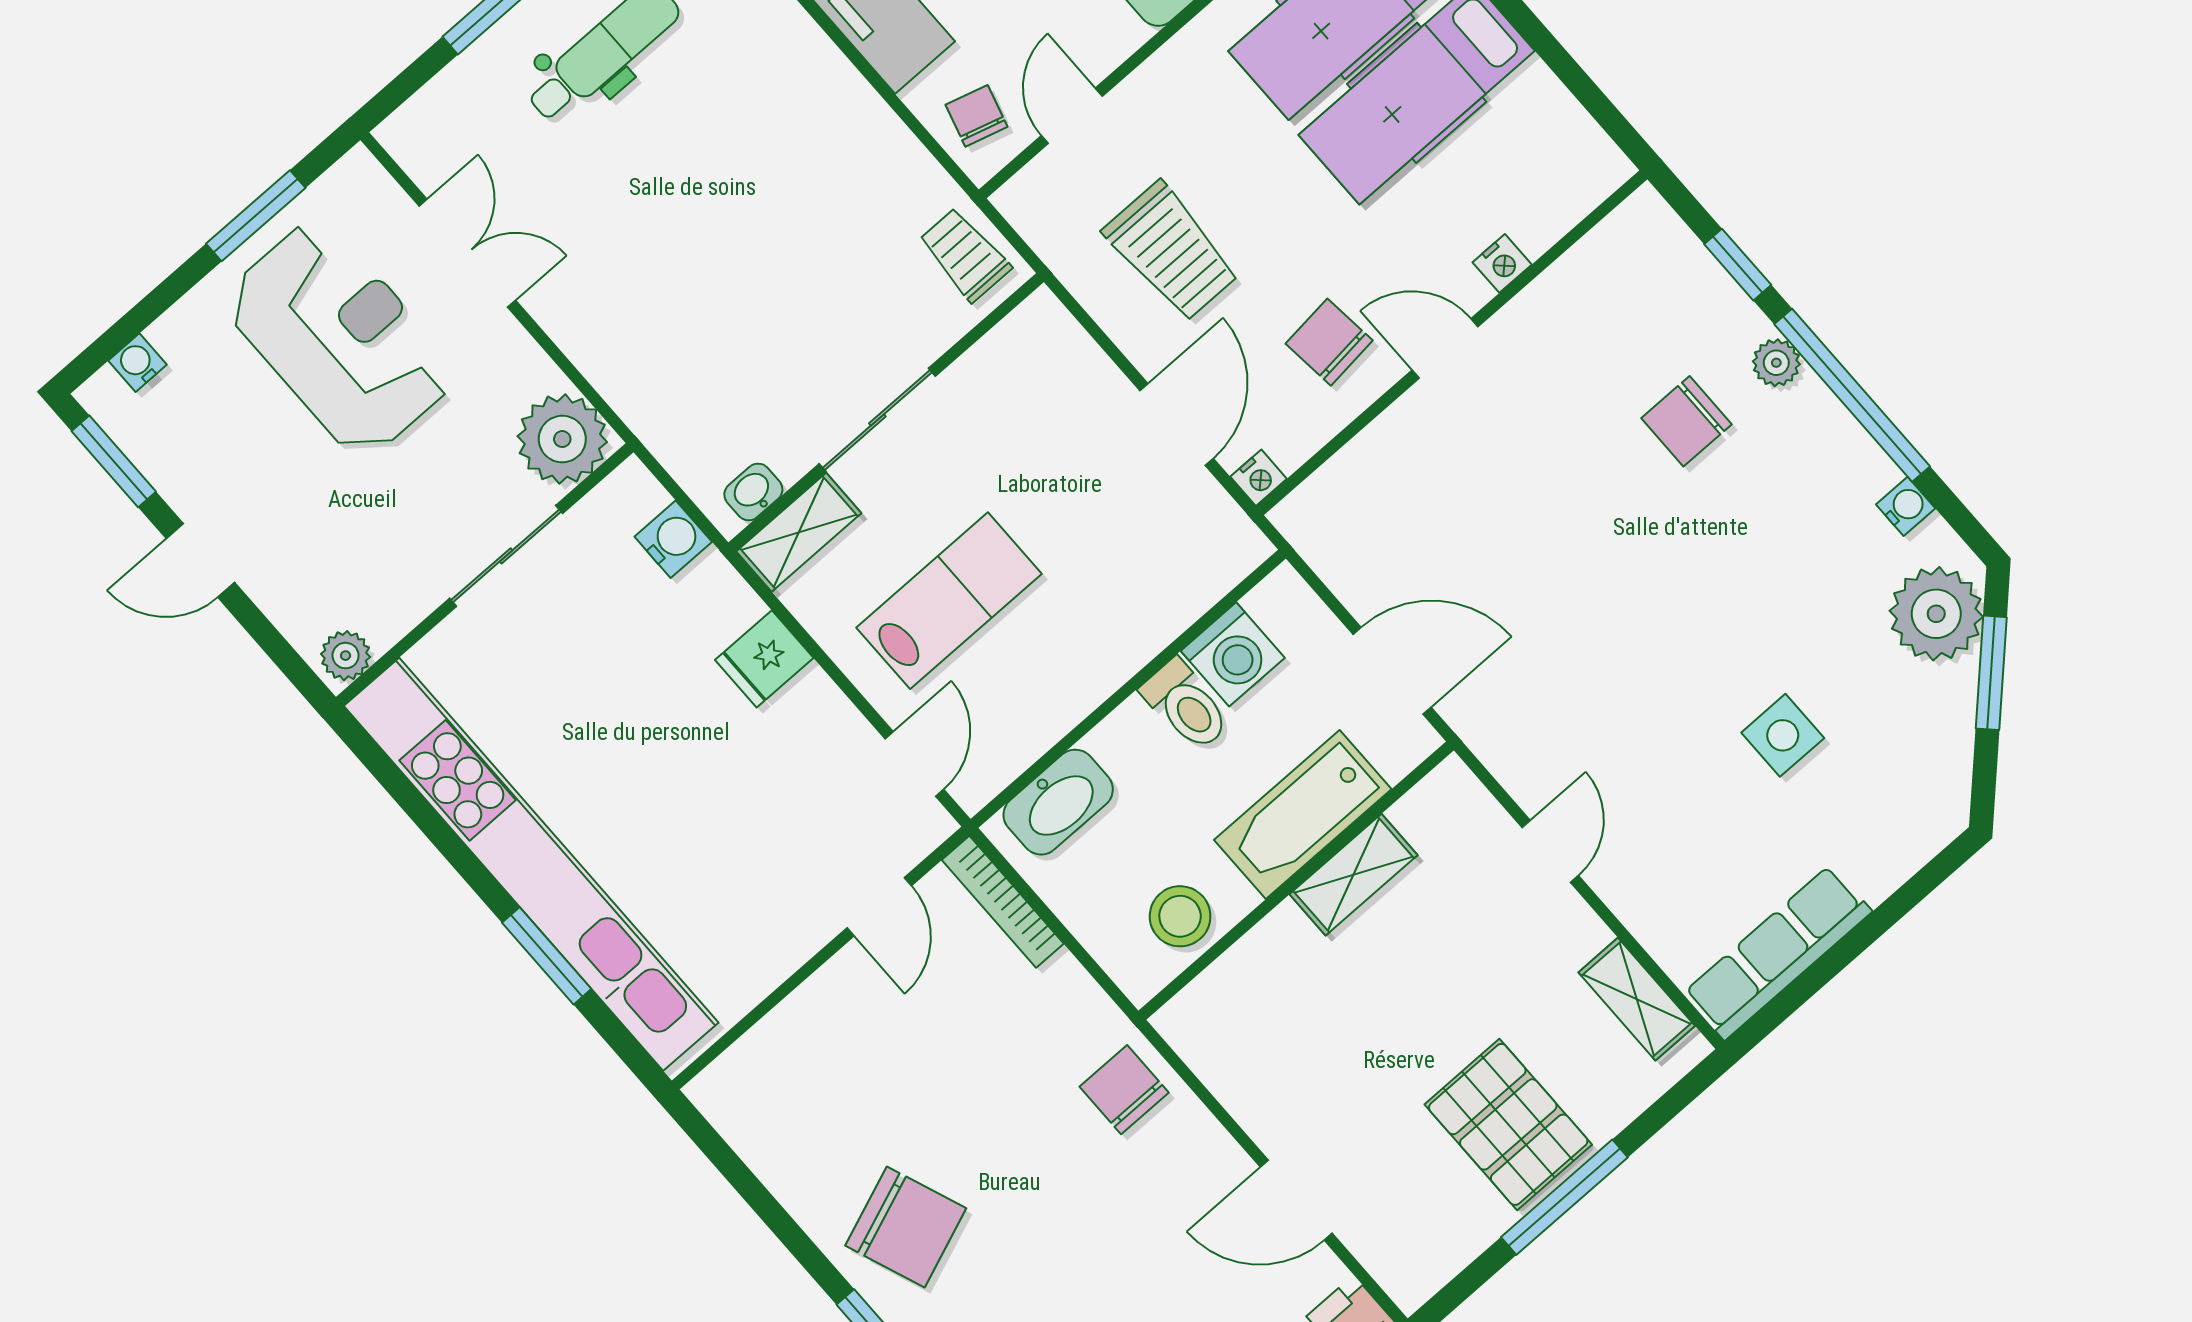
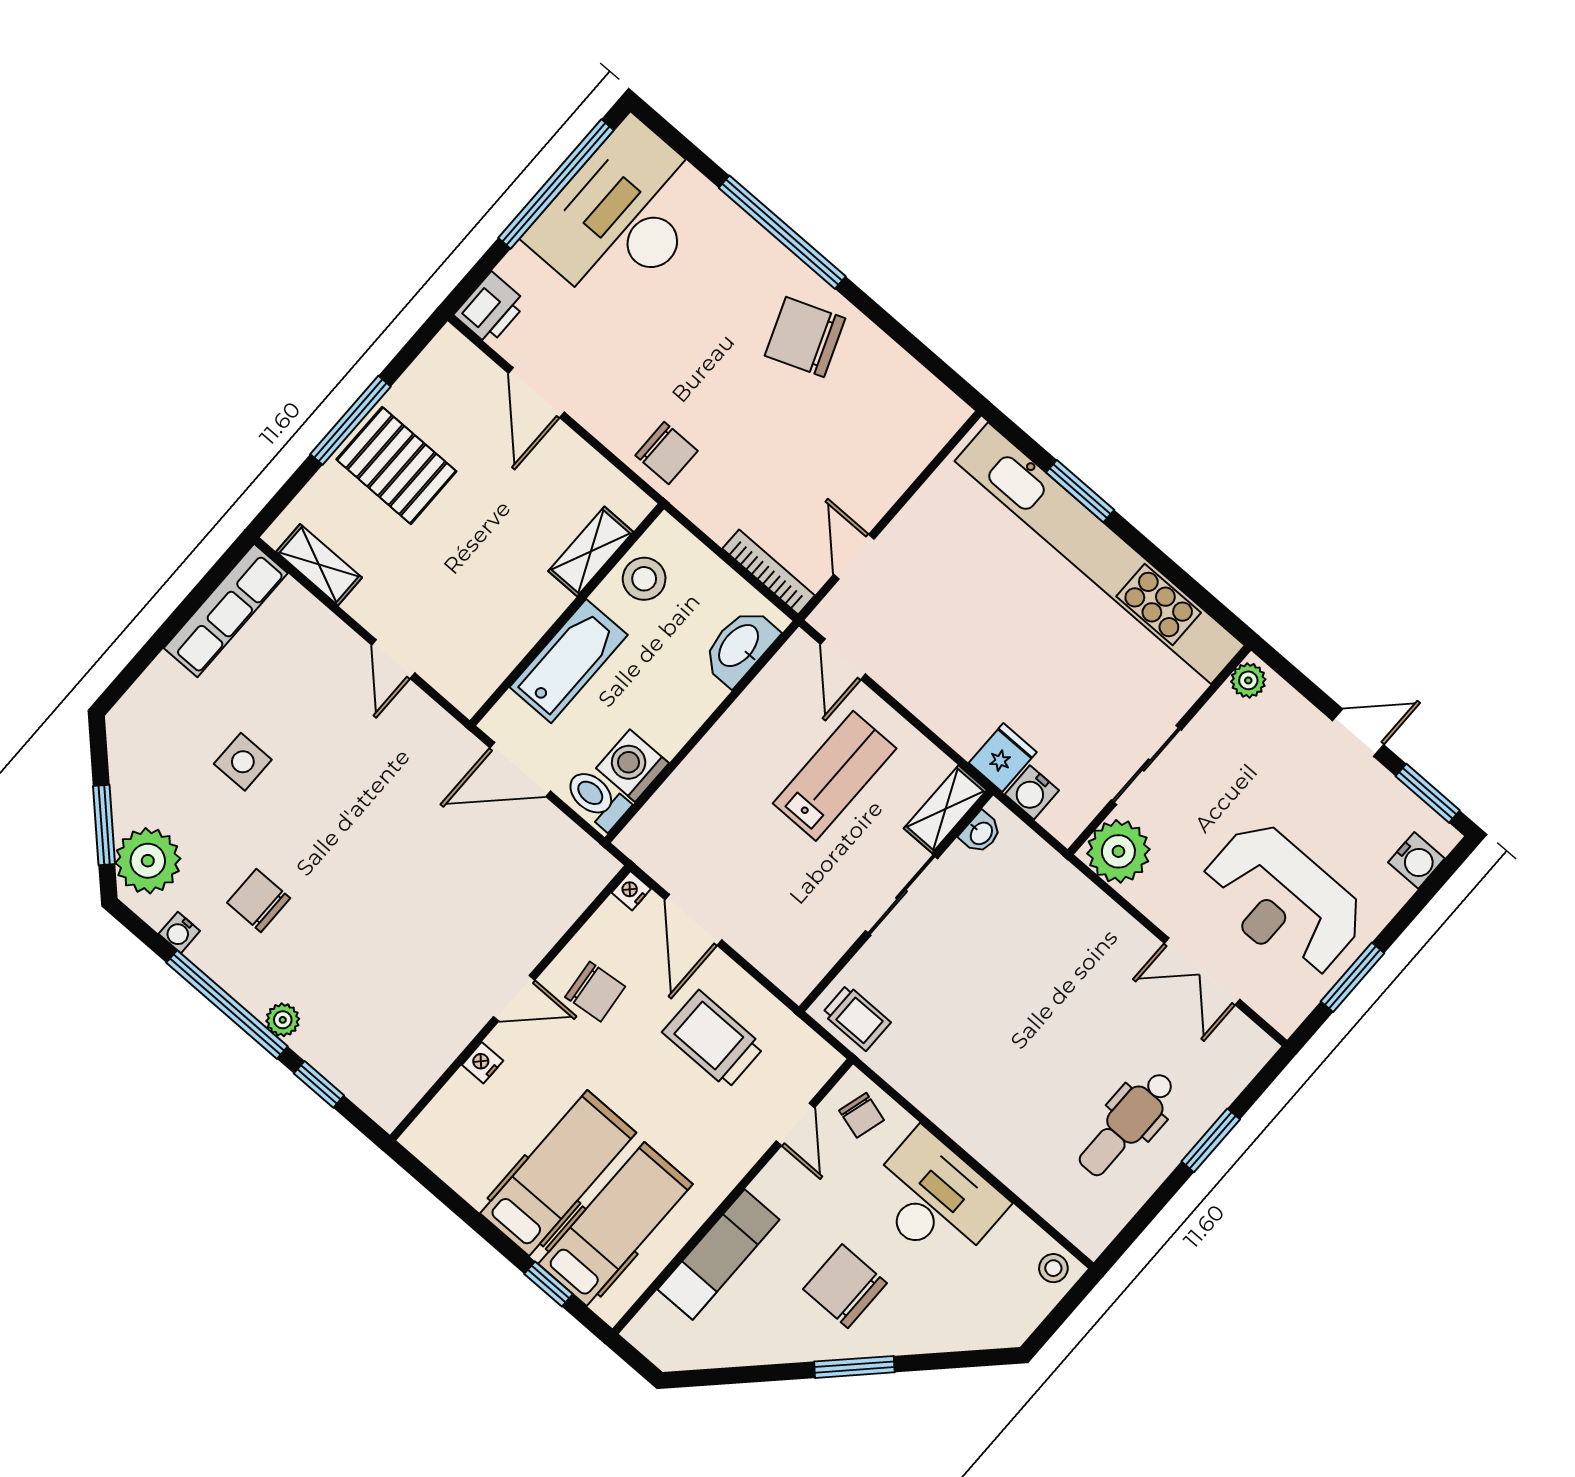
water cooler: (138, 363) -> (1416, 860), width x1.38, depth x1.38
chair: (1687, 421) -> (259, 900), moved, turned -90
lab bench: (949, 601) -> (835, 776), turned 180
fridge: (764, 659) -> (1003, 757), moved
toilet: (1186, 705) -> (597, 799), moved
shelving: (1354, 875) -> (591, 551), moved
door: (1296, 1200) -> (536, 393), swing flipped

